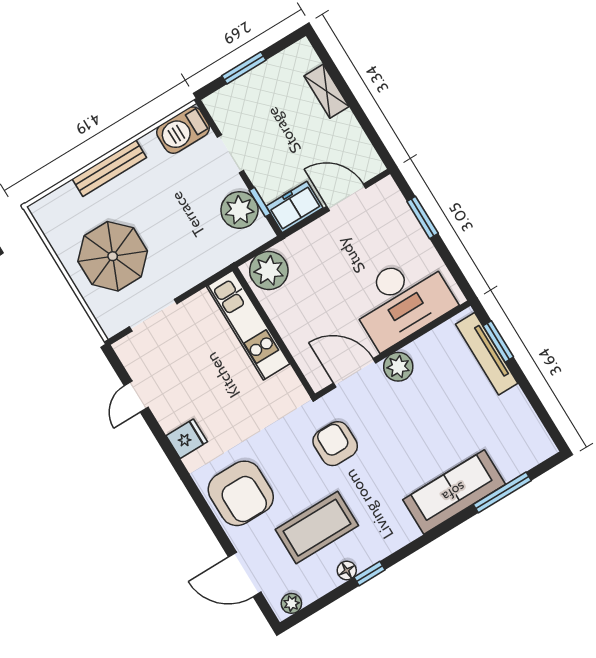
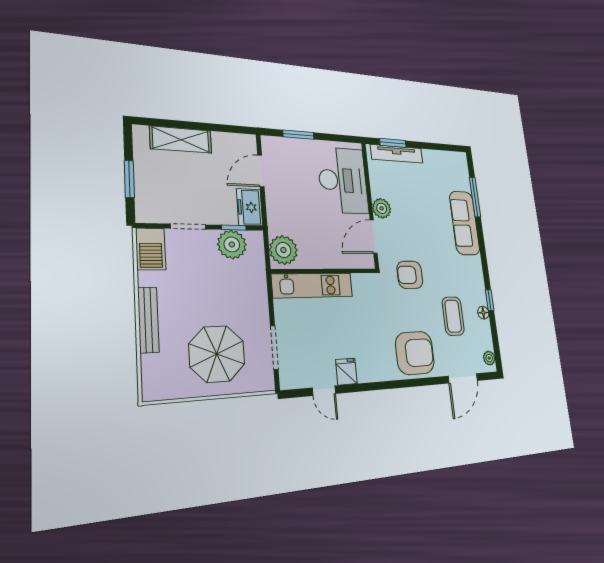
shelving: (327, 91) -> (181, 140), width x1.50, depth x1.33
fridge: (187, 439) -> (346, 372), moved
coffee table: (317, 528) -> (453, 316), width x0.73, depth x0.76

